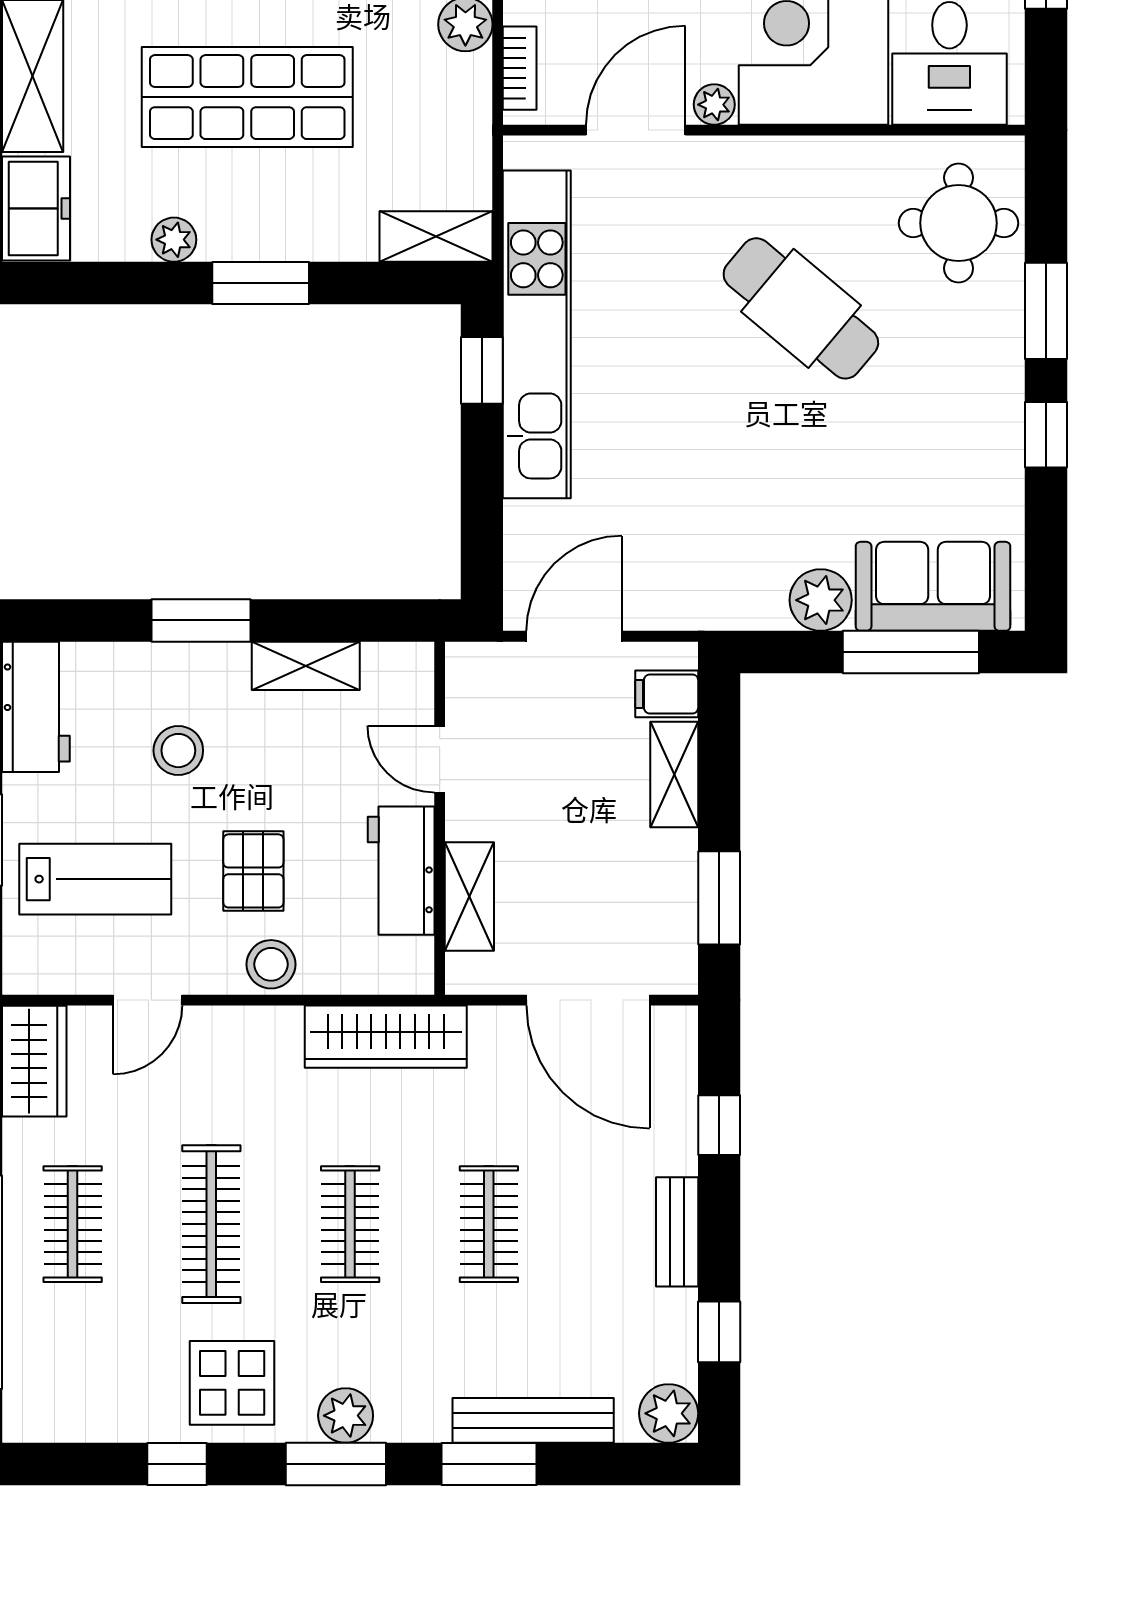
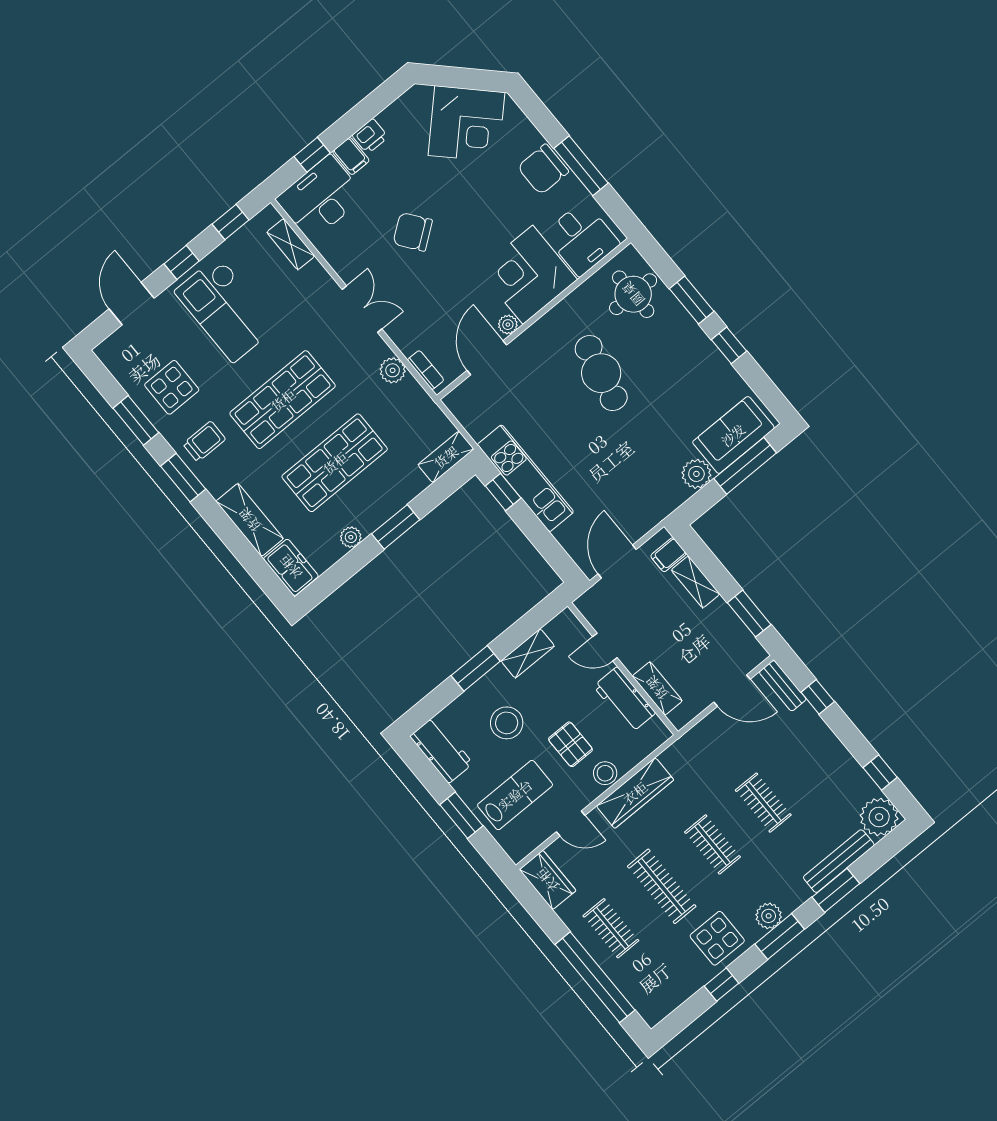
cafe table: (801, 308) -> (601, 373), turned 63
kitchen unit: (537, 334) -> (525, 478), width x0.73
stool: (178, 751) -> (507, 723), width x1.38, depth x1.38
door: (148, 1000) -> (571, 824), hinge flipped
door: (588, 1000) -> (732, 691), width x0.73
wardrobe: (386, 1037) -> (635, 793), moved
bench: (677, 1232) -> (783, 686), moved
plant: (669, 1413) -> (879, 817), width x1.36, depth x1.36

